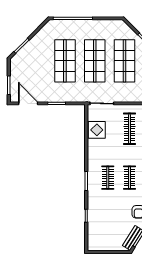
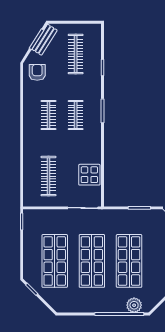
plant: (61, 25) -> (134, 305), added
clothes rail: (108, 226) -> (76, 54), added

